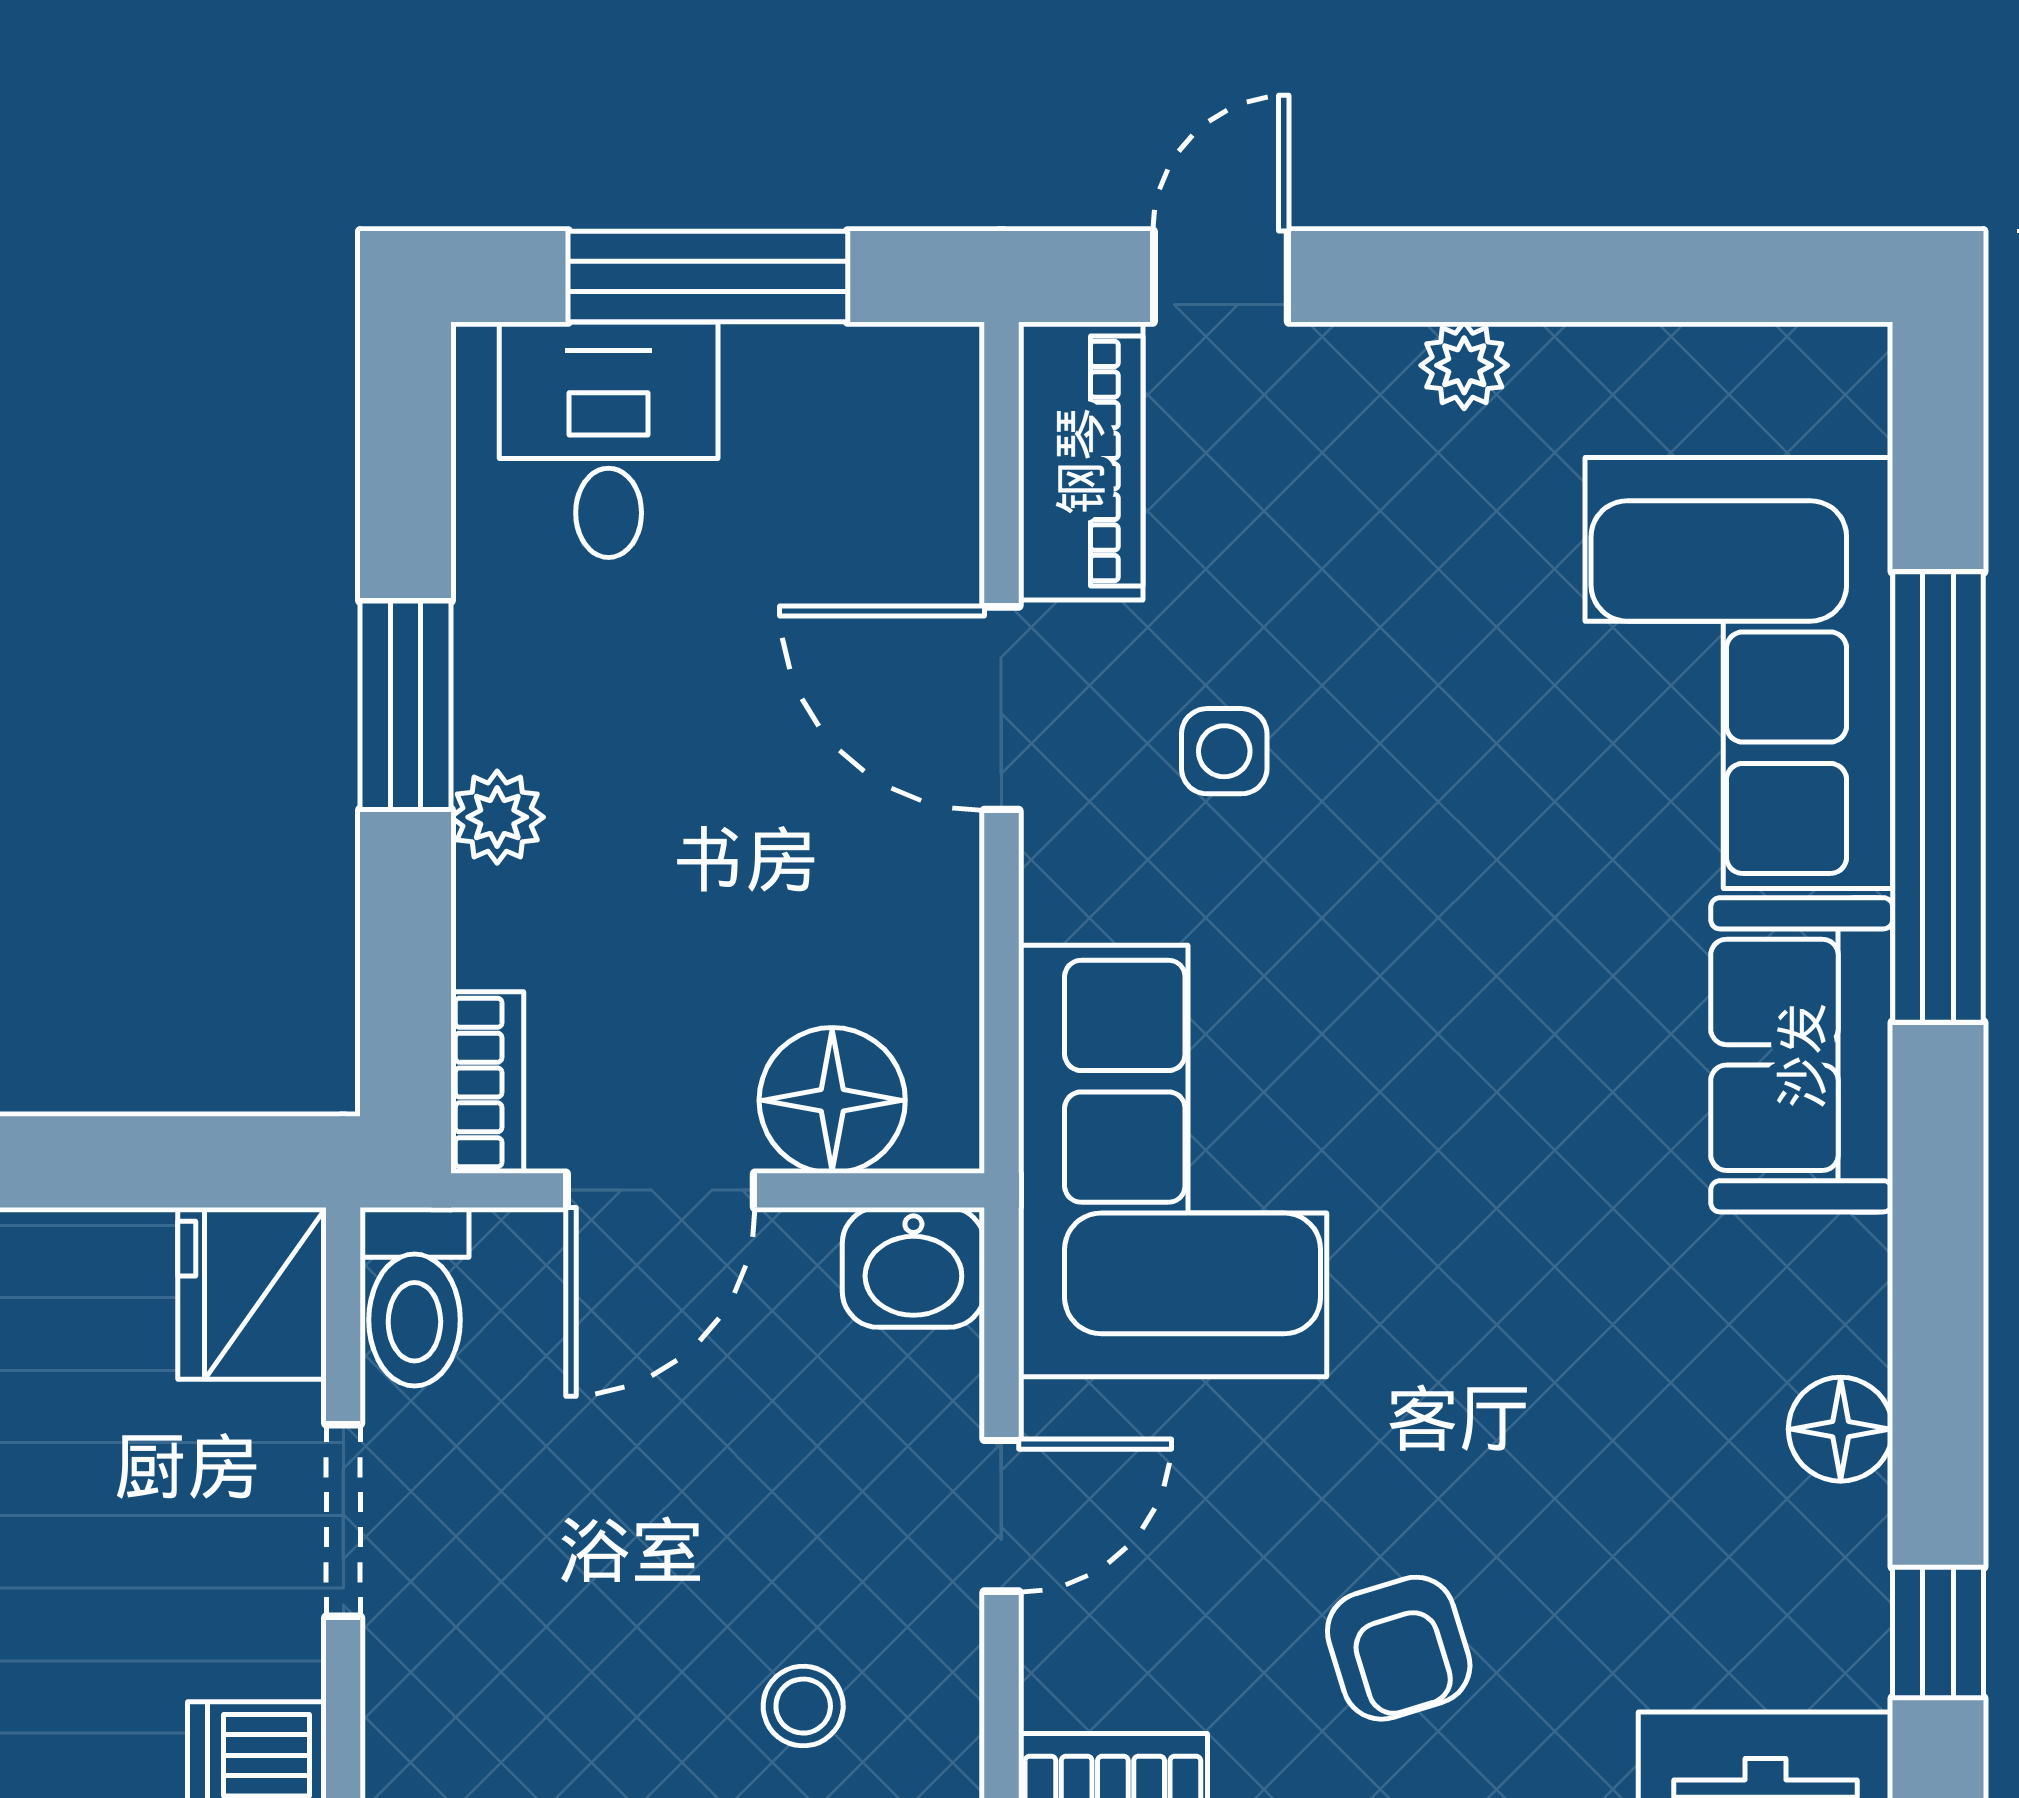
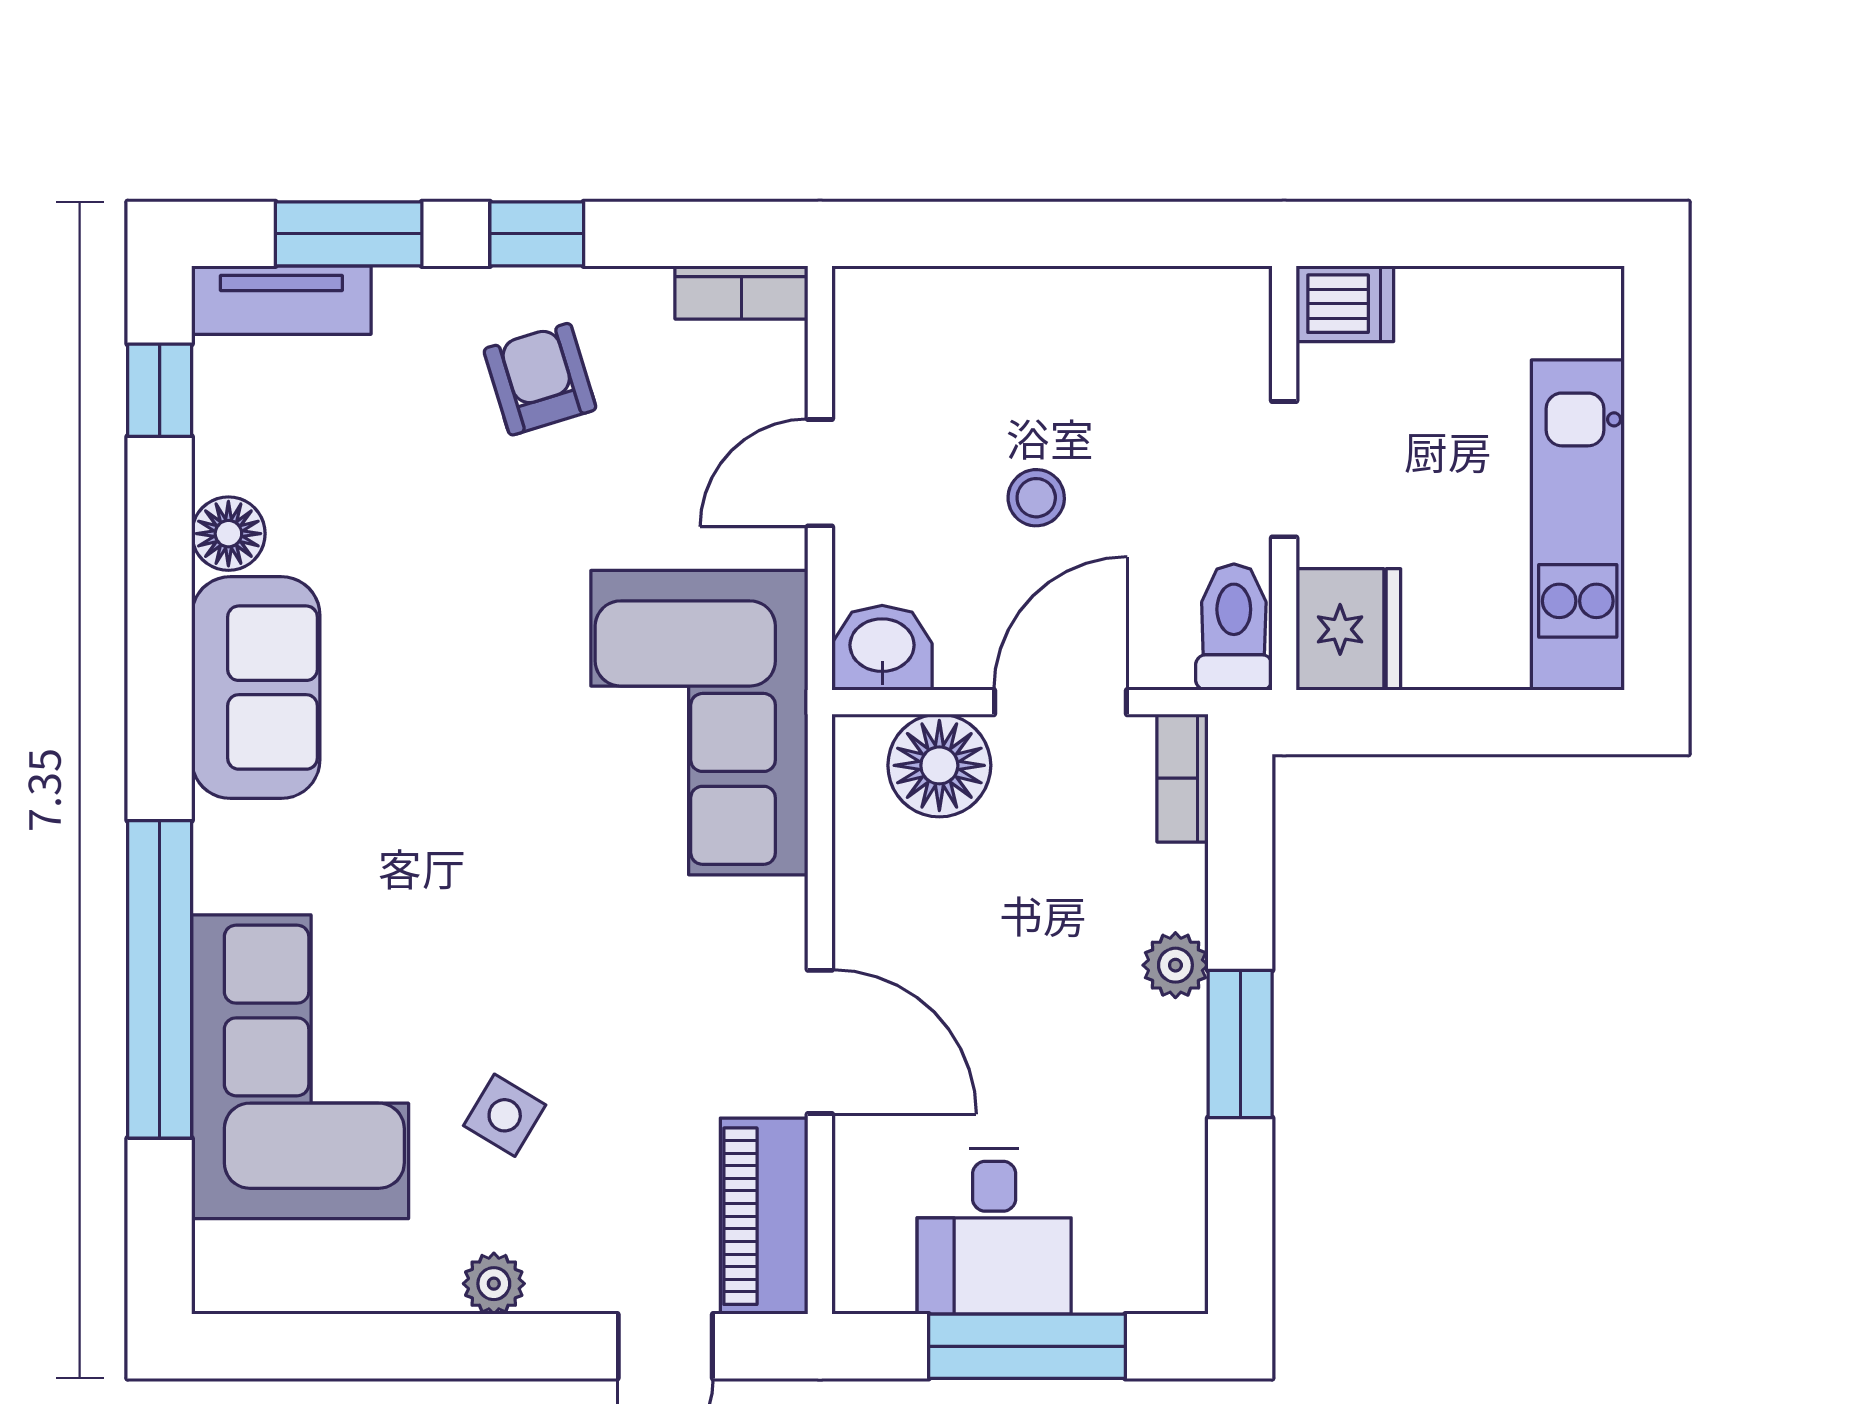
desk: (609, 440) -> (994, 1231), moved
side table: (1224, 751) -> (505, 1115), moved, turned 31
sofa: (1802, 1055) -> (256, 688), moved
stool: (803, 1706) -> (1036, 498), moved

